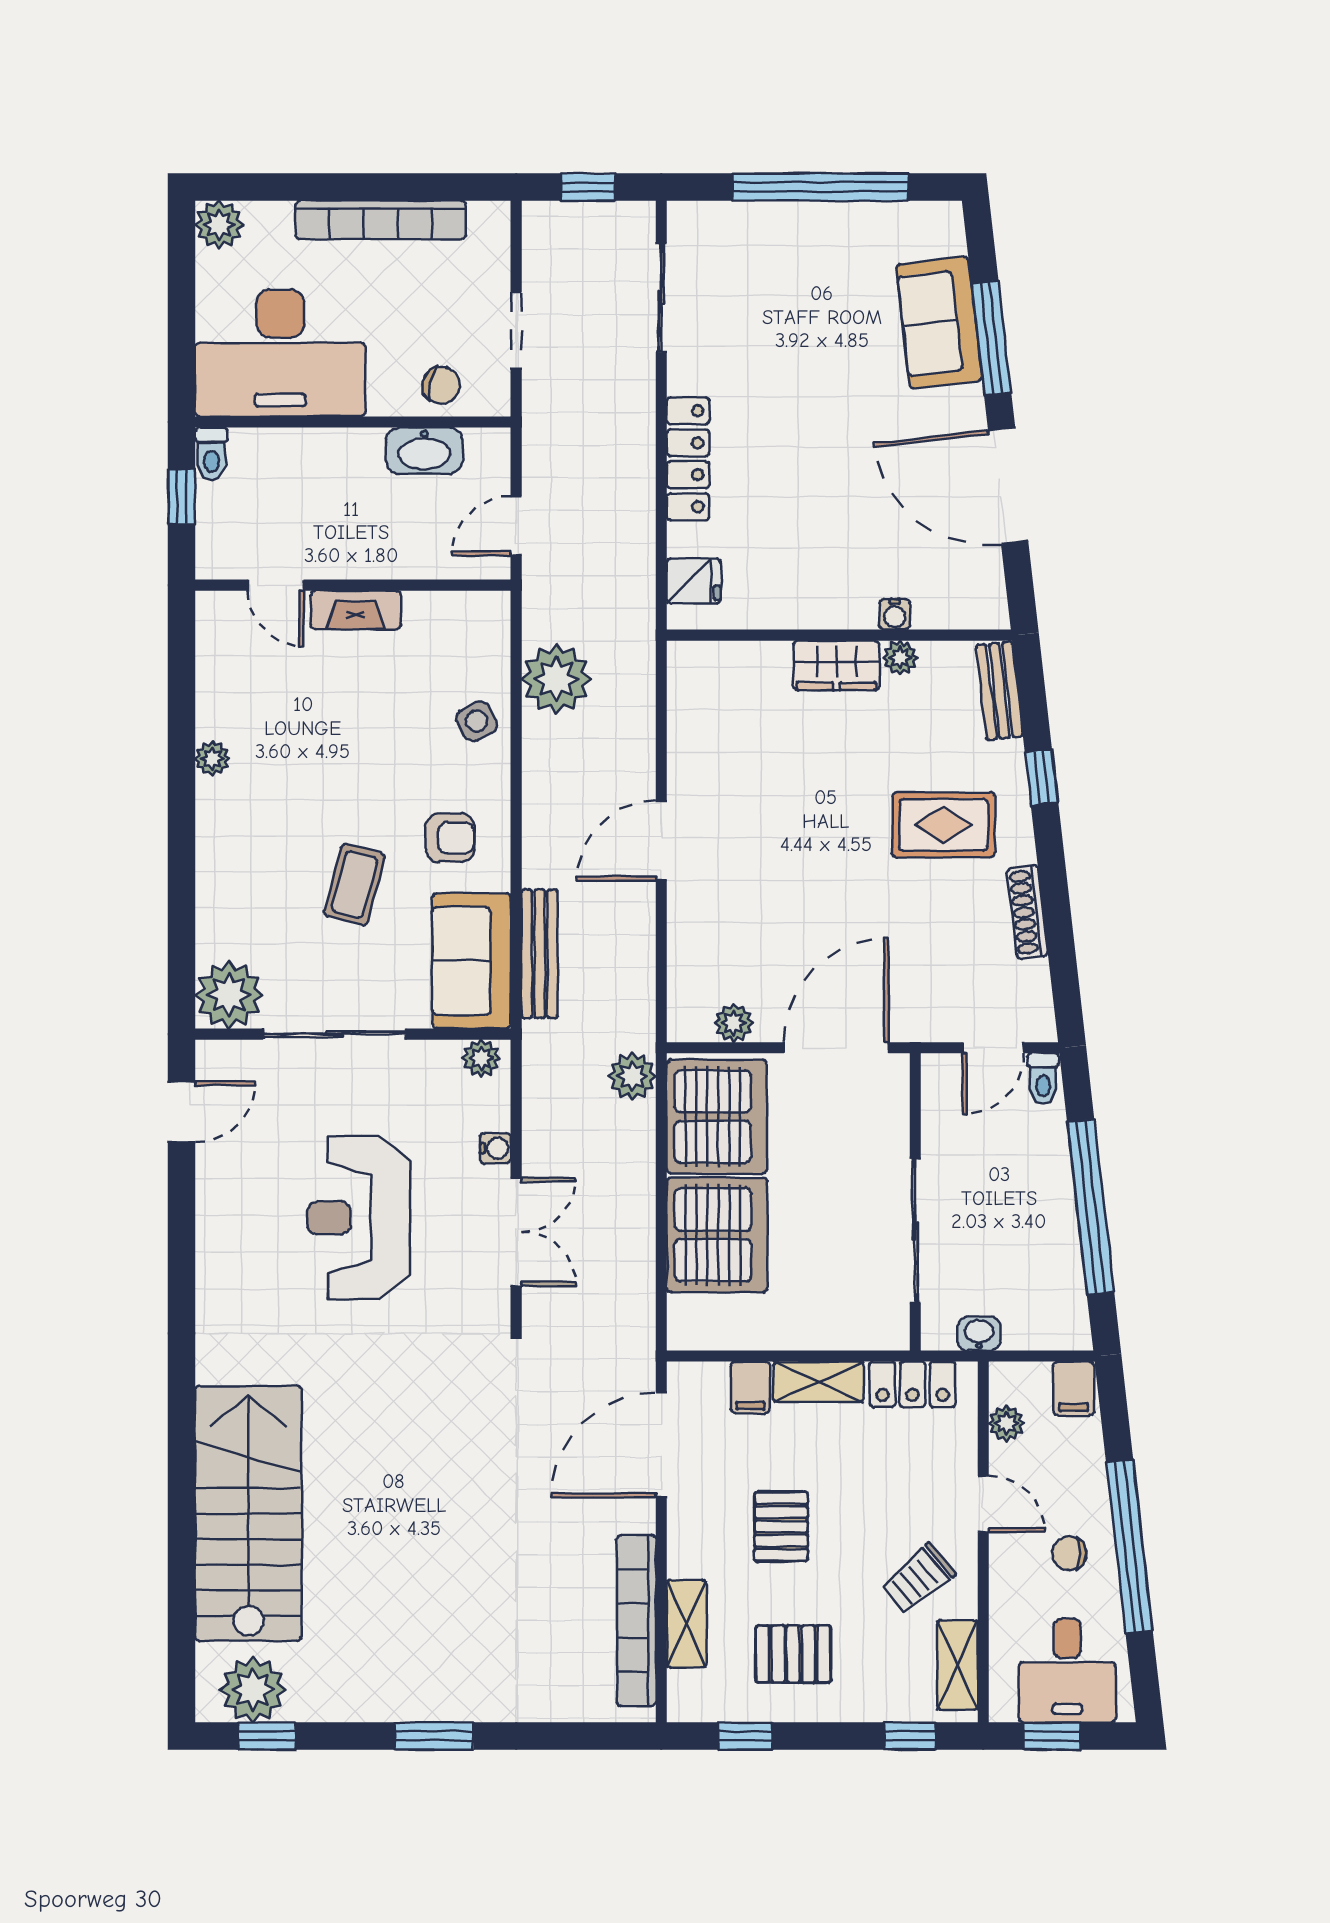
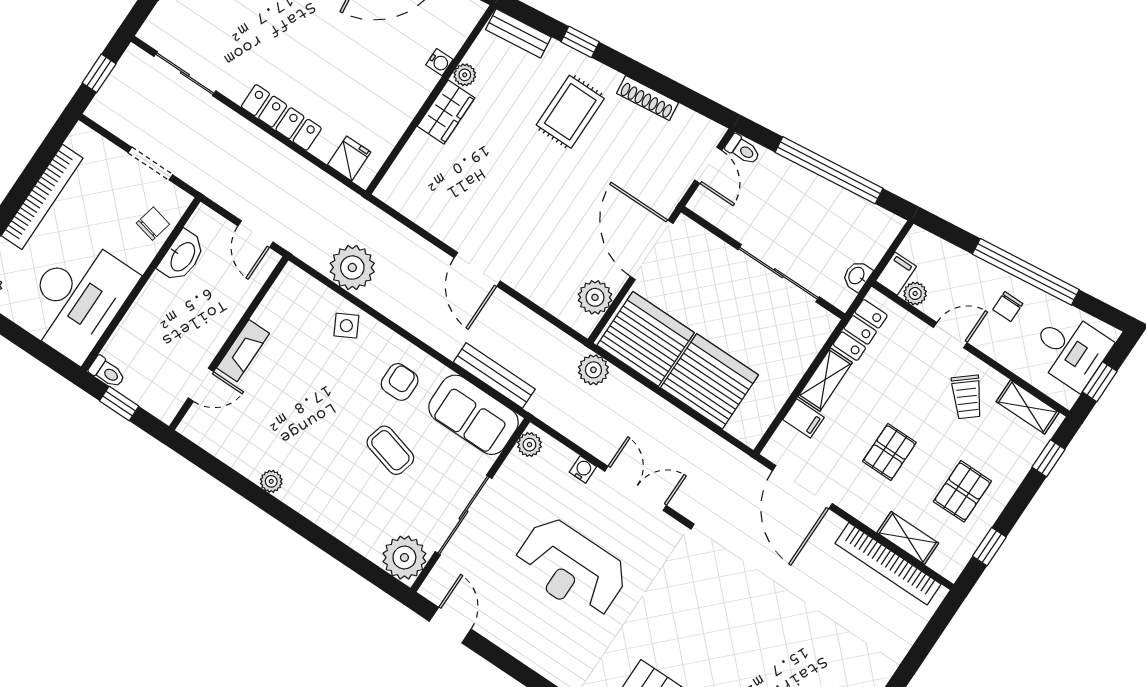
plant: (734, 1023) -> (595, 297), width x1.38, depth x1.38
filing cabinet: (1074, 1388) -> (896, 274), moved, turned -90
pallet: (781, 1527) -> (889, 452), turned 90

